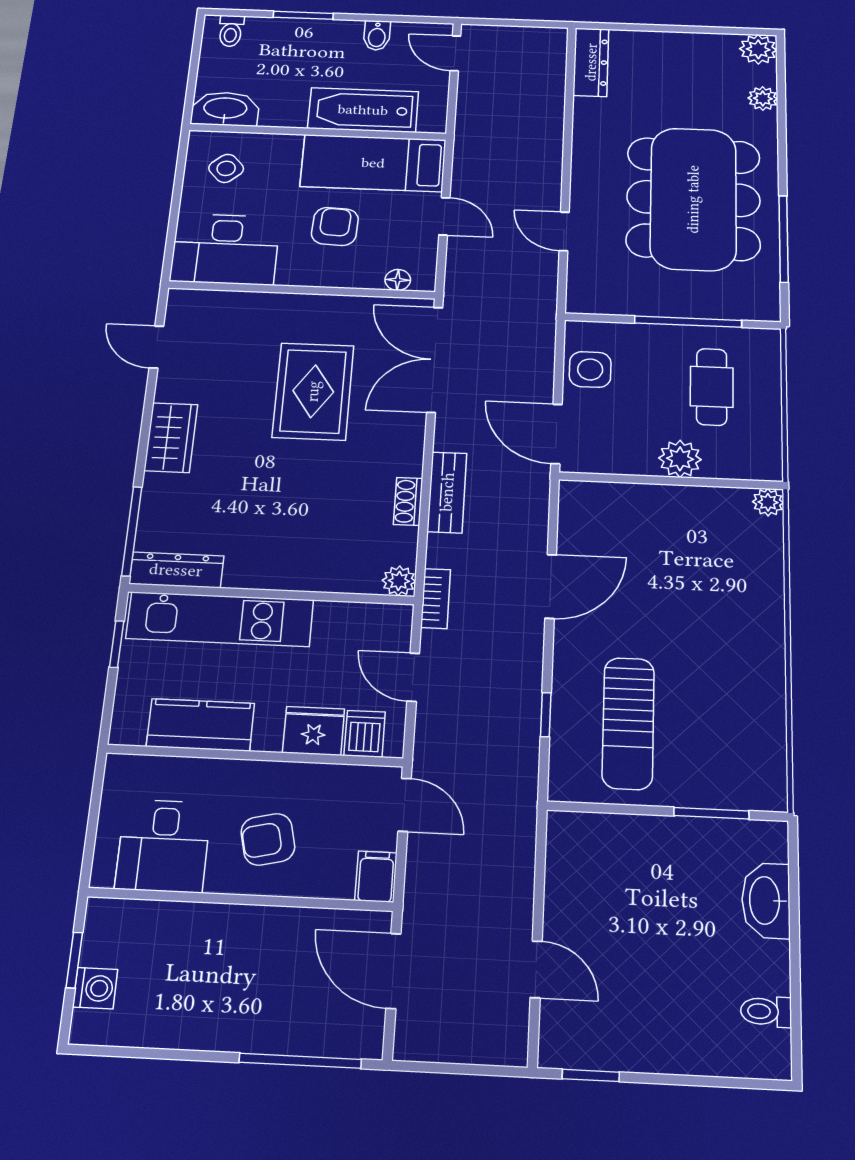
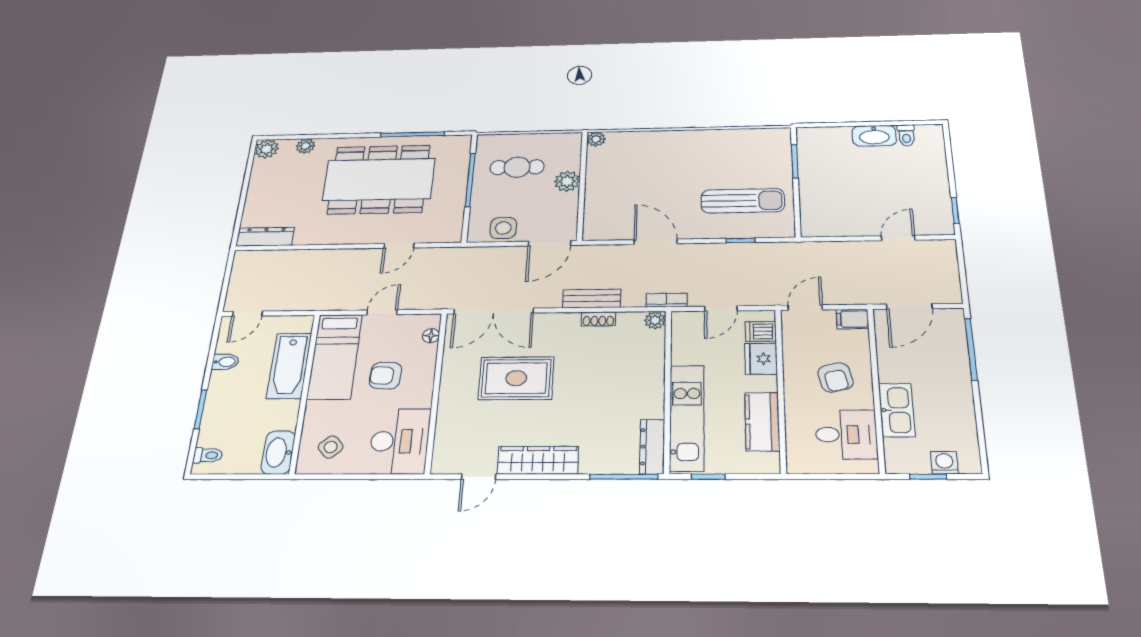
wardrobe: (171, 438) -> (538, 460), width x1.50
washbasin: (766, 900) -> (874, 136), moved
kitchen sink: (198, 927) -> (897, 410), added

